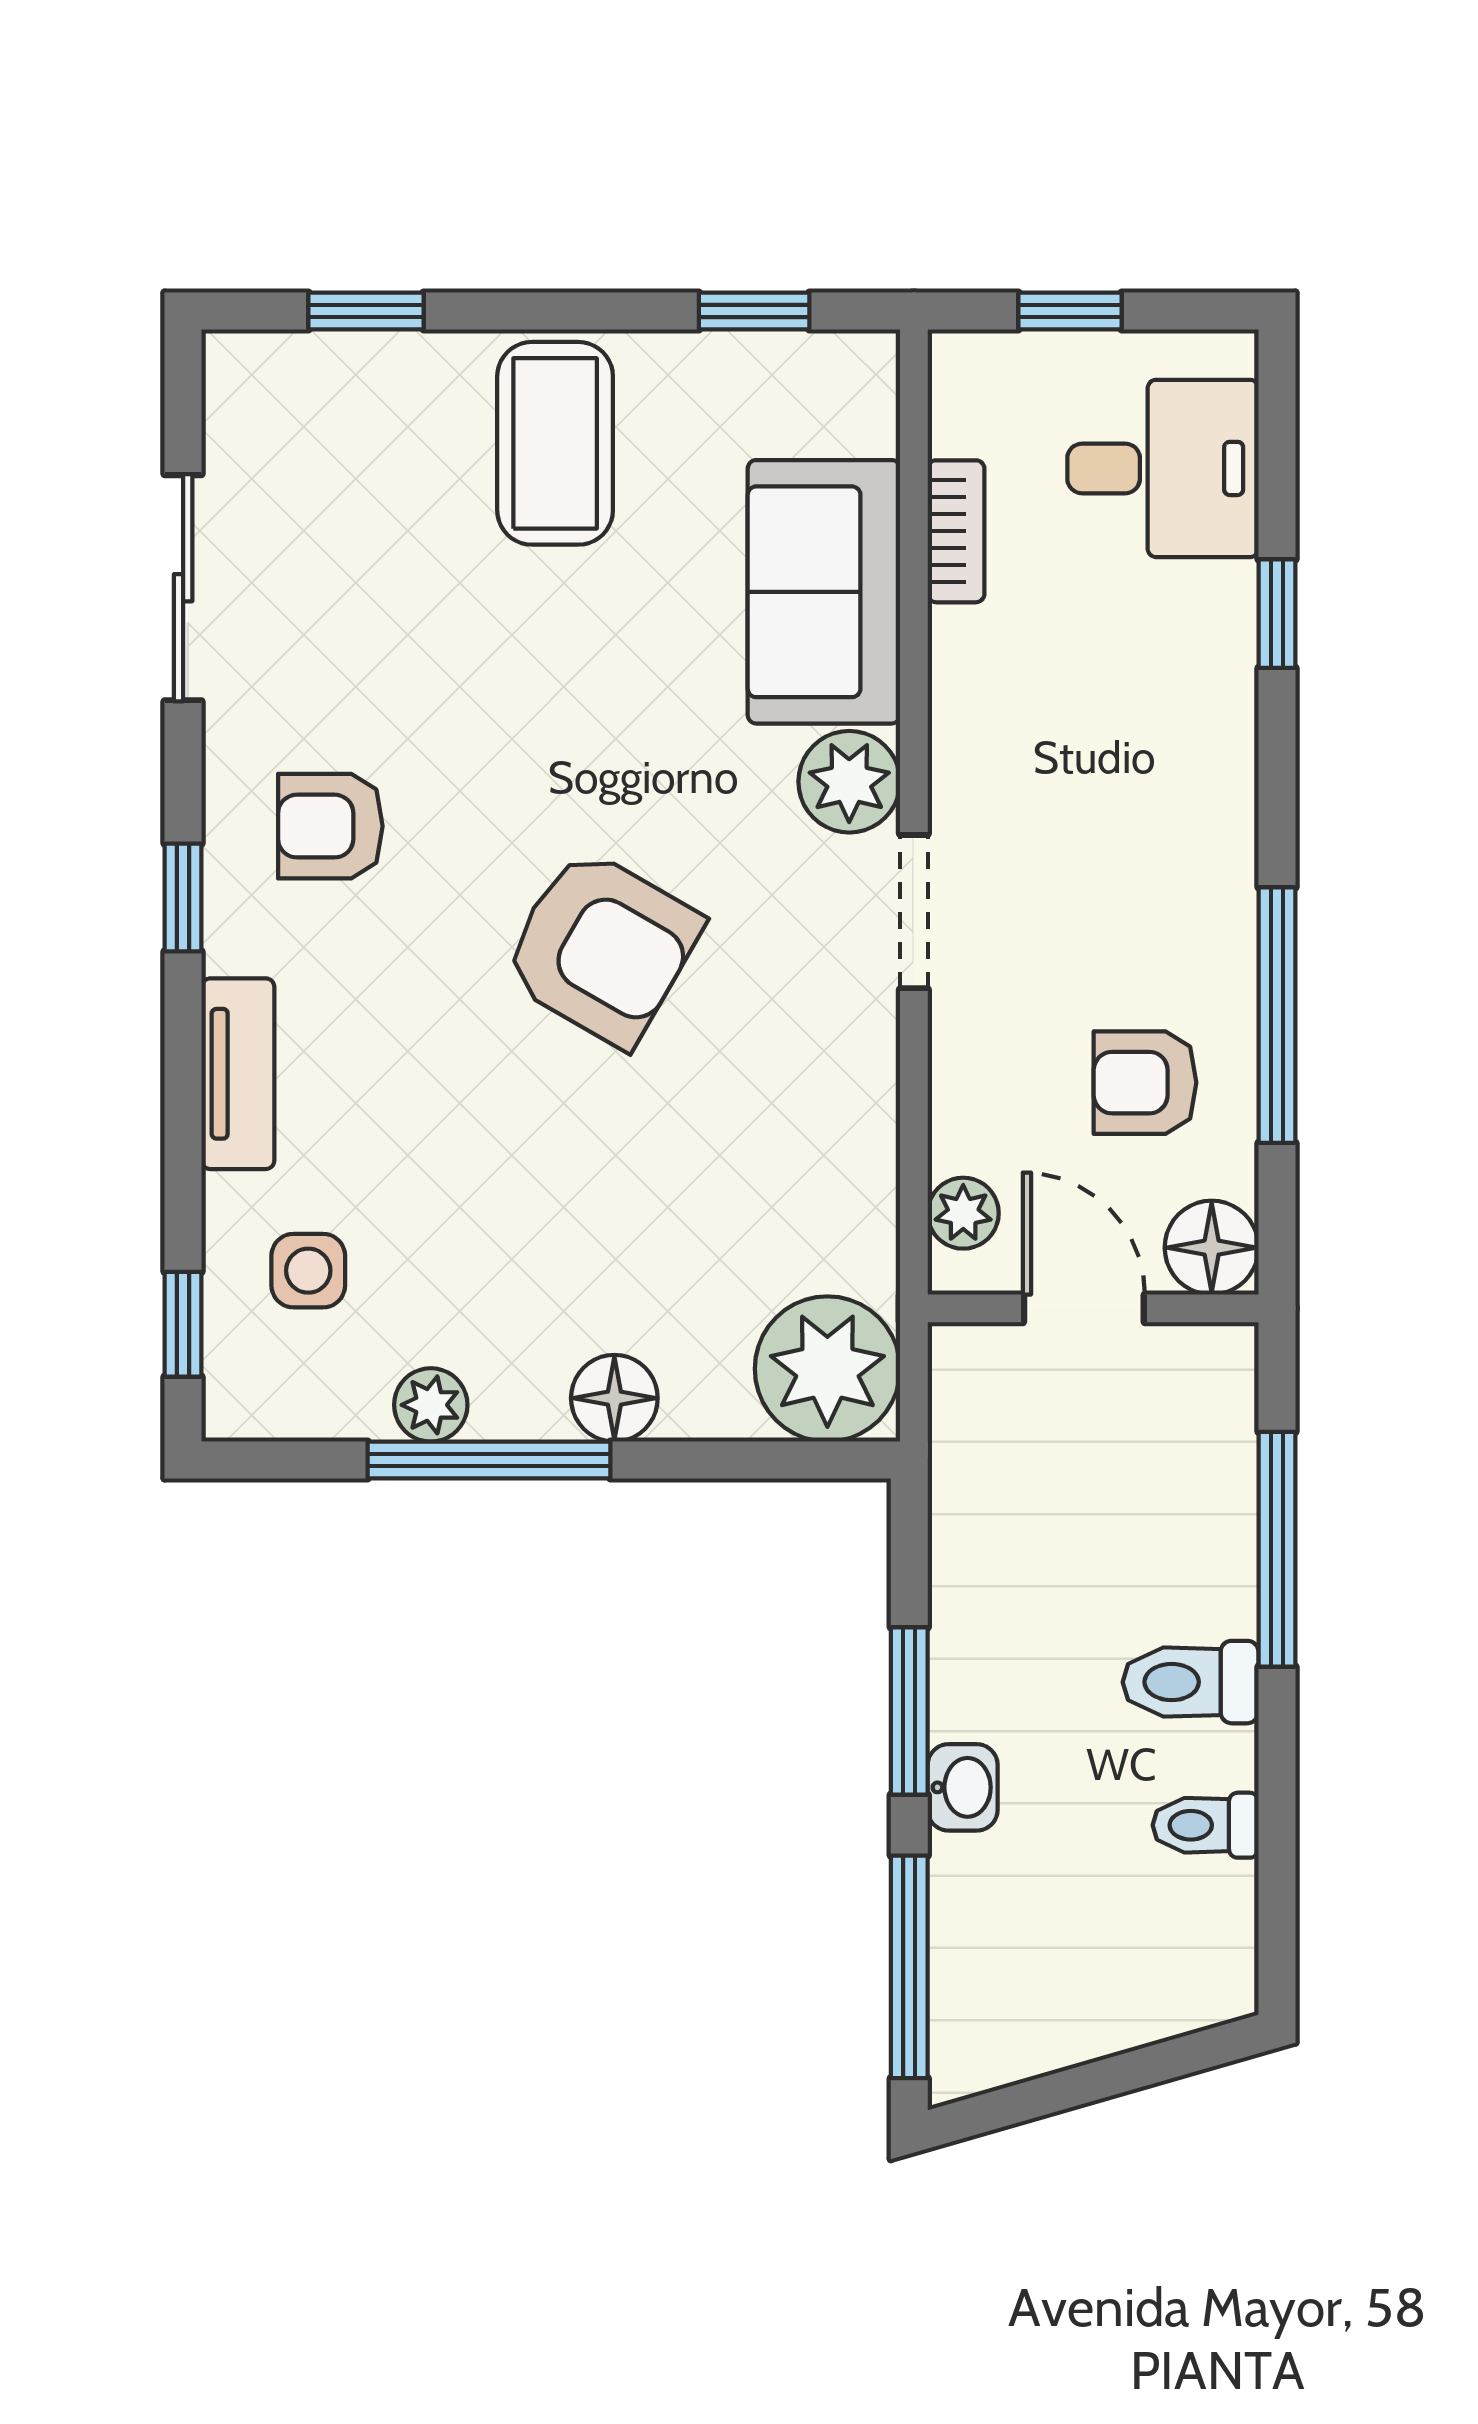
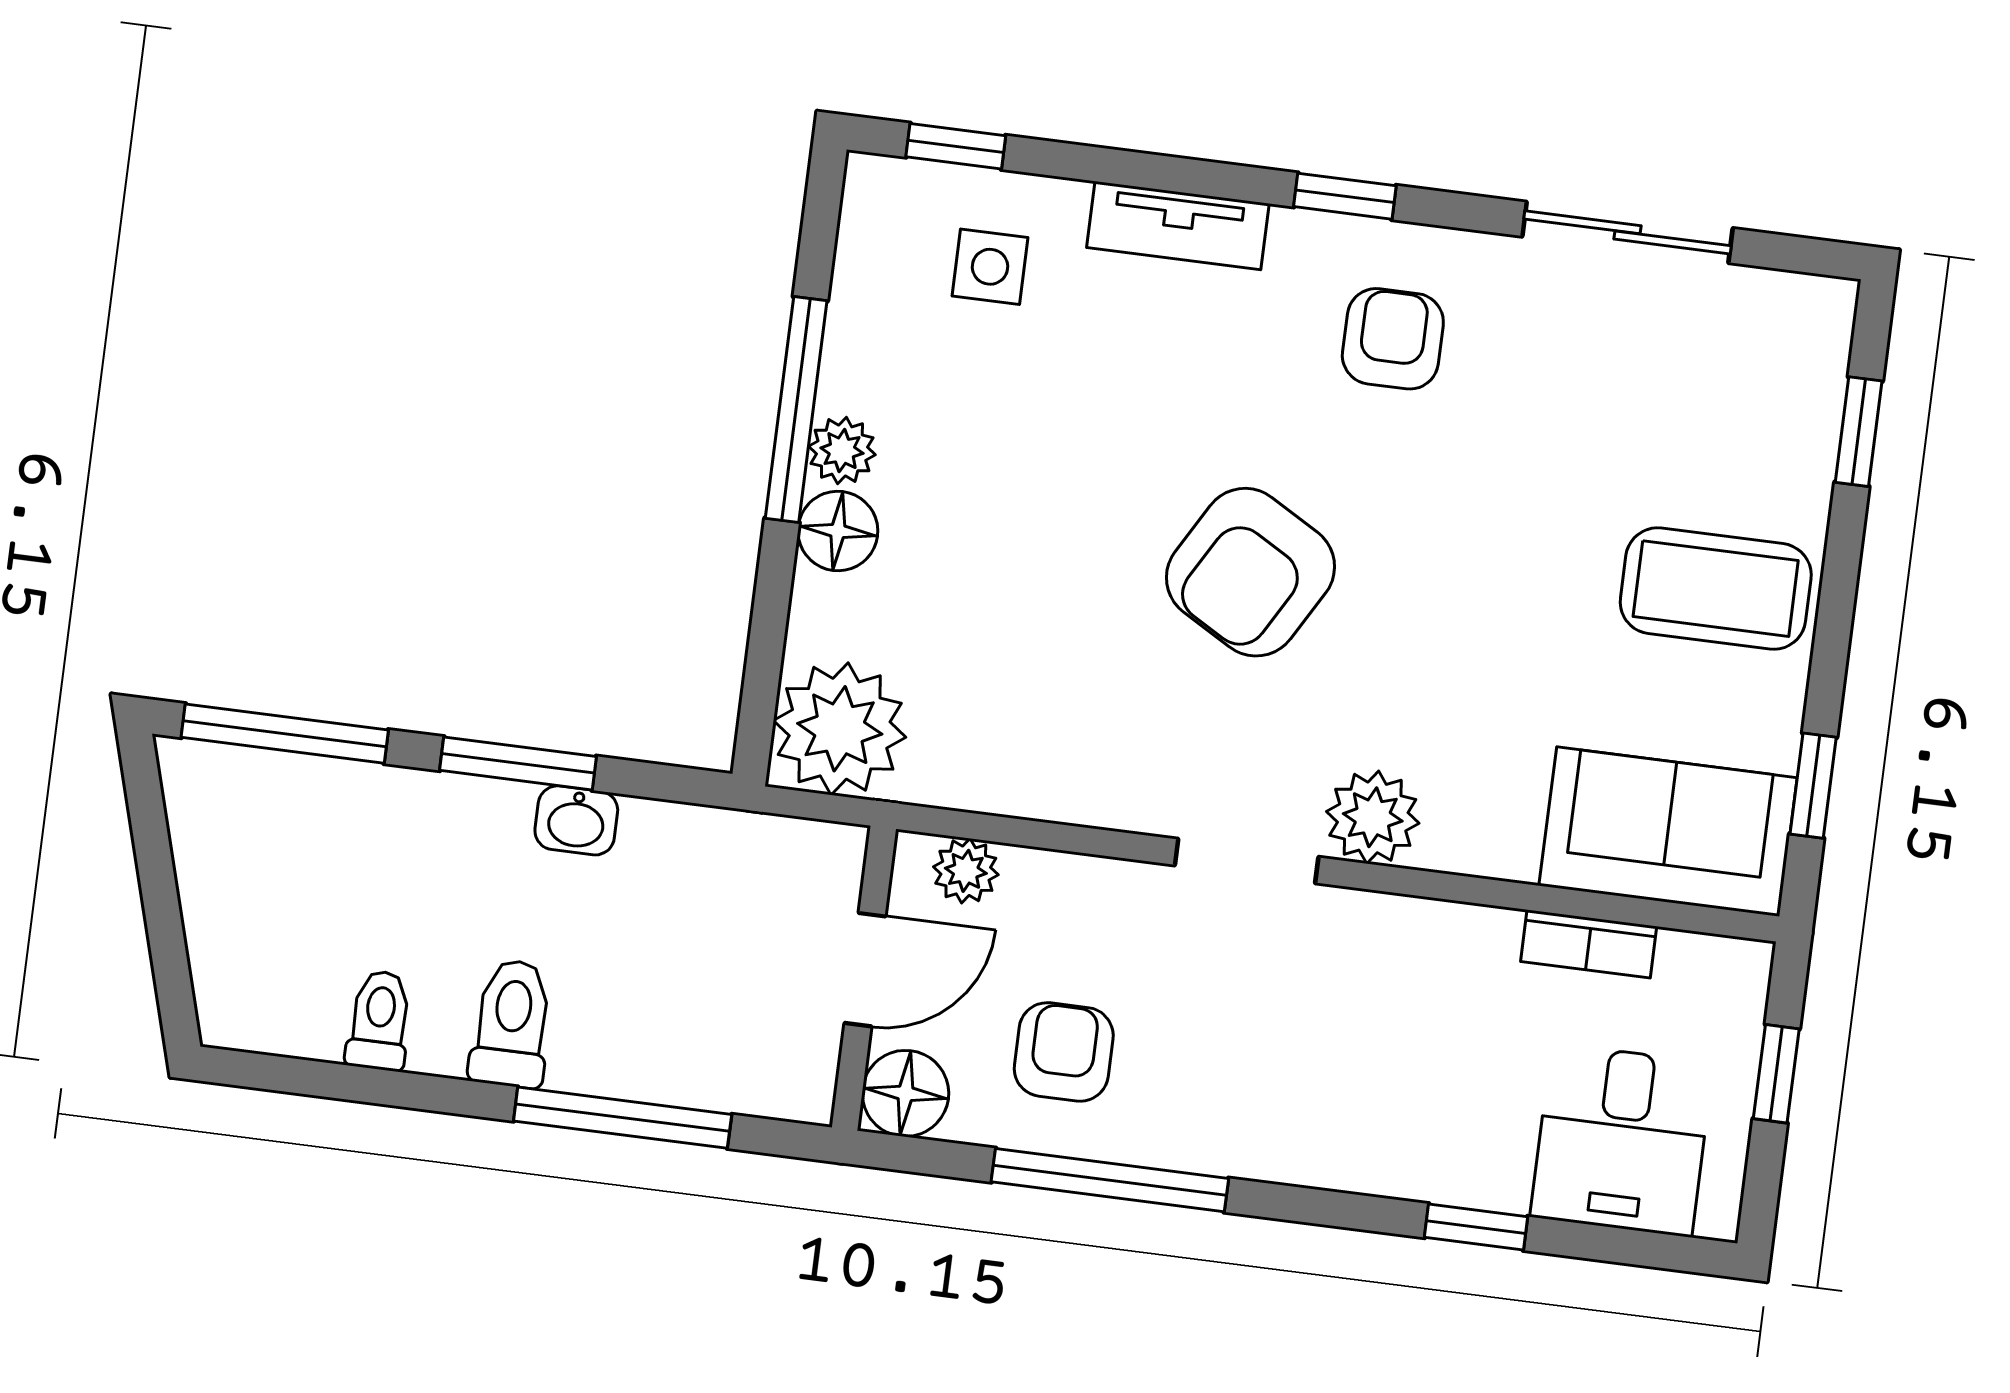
sofa: (824, 592) -> (1668, 832), moved
plant: (431, 1405) -> (842, 451), moved
washbasin: (963, 1787) -> (576, 820), moved

